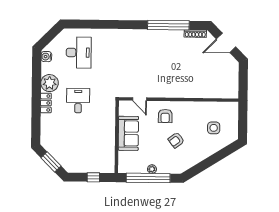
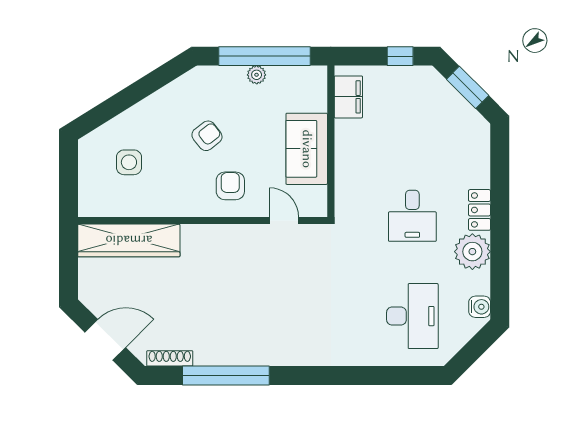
desk: (79, 53) -> (412, 316), turned 180
wardrobe: (214, 90) -> (129, 240), added
filing cabinet: (108, 158) -> (348, 97), added
window: (93, 177) -> (400, 56), moved

